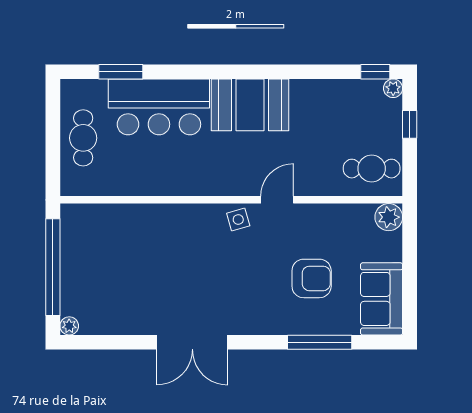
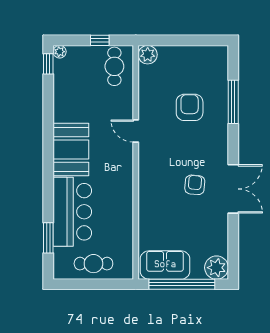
window: (410, 124) -> (100, 40), moved
side table: (238, 220) -> (149, 158), removed
armchair: (198, 286) -> (195, 185), added
sofa: (382, 299) -> (165, 265), moved, turned 180
plant: (69, 326) -> (217, 268), width x1.87, depth x1.87

